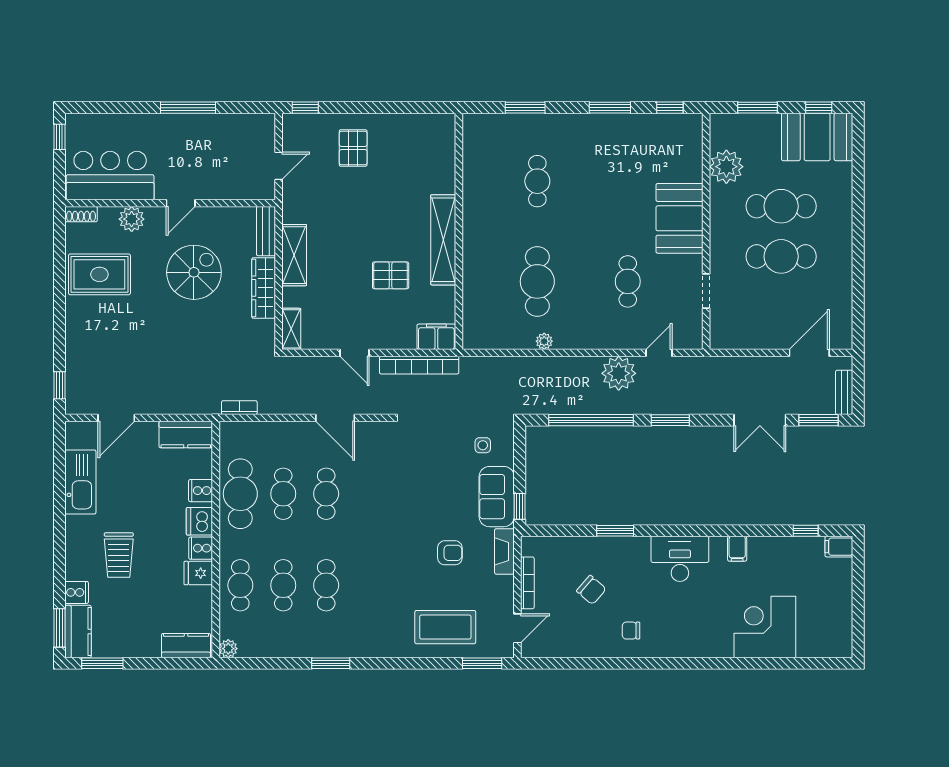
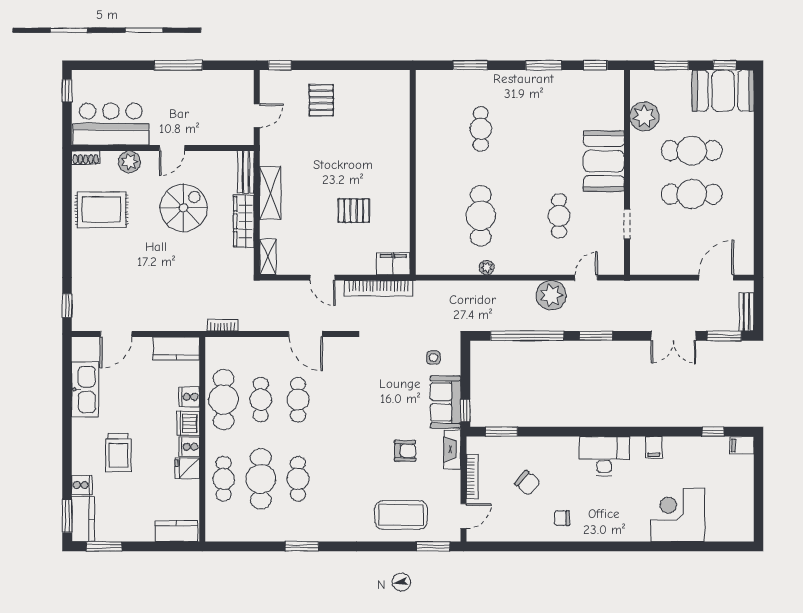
shelving: (443, 240) -> (399, 180), removed
window: (615, 531) -> (502, 432), moved
cafe table: (283, 585) -> (261, 479), width x1.37, depth x1.35
plant: (228, 649) -> (213, 534), removed

